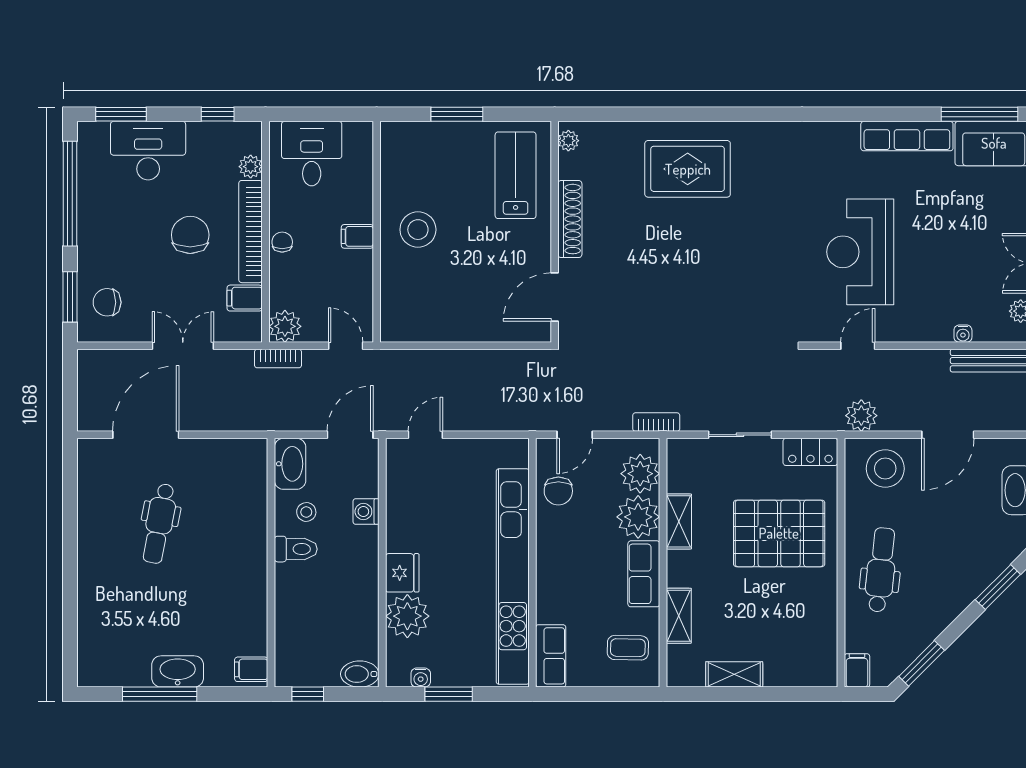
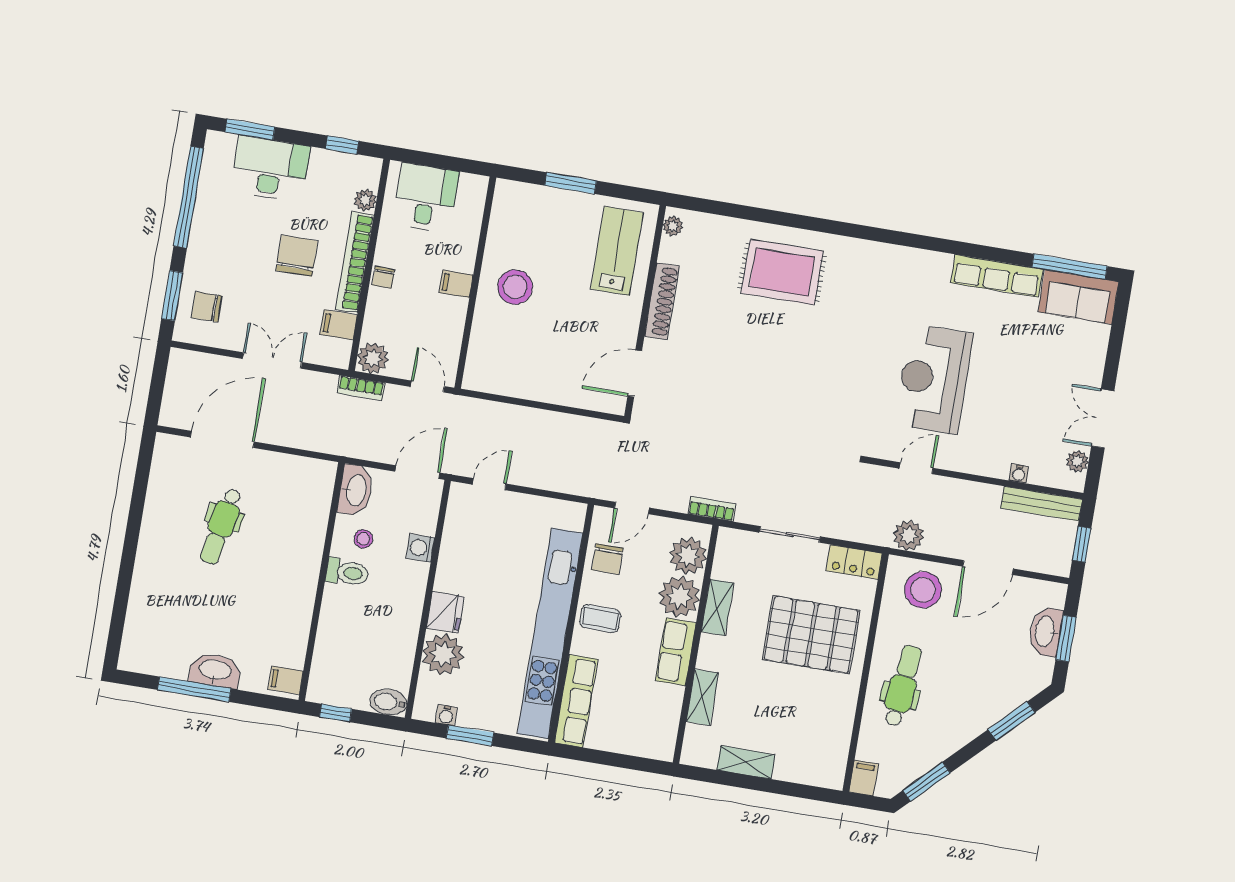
chair: (282, 242) -> (383, 277), turned 180
coffee table: (628, 648) -> (600, 619), moved
row of seats: (551, 656) -> (576, 701), width x1.48

